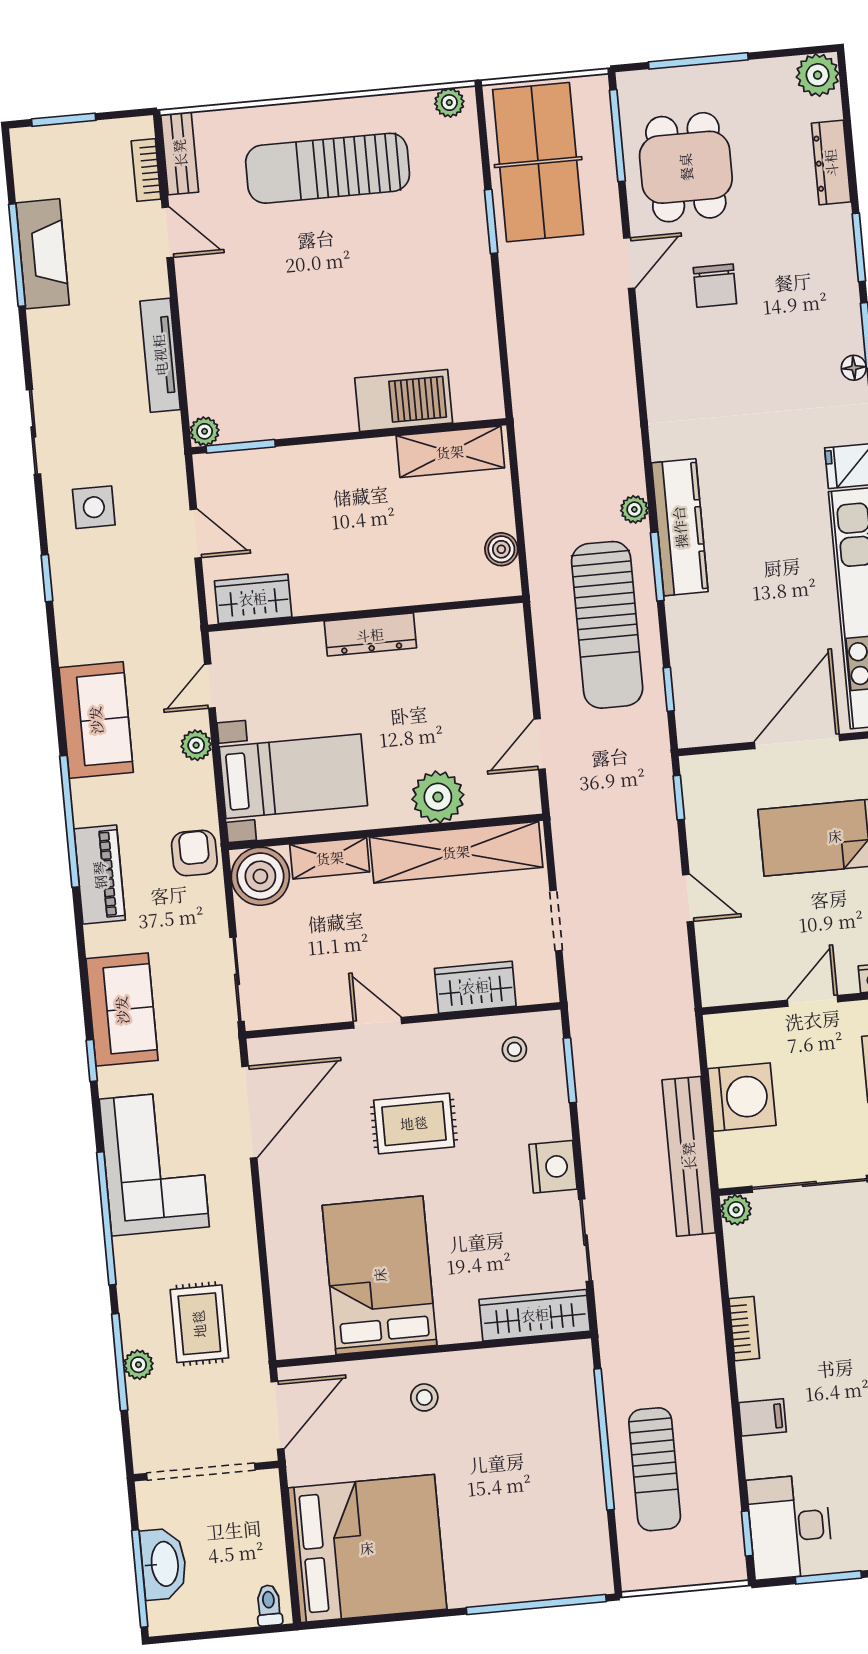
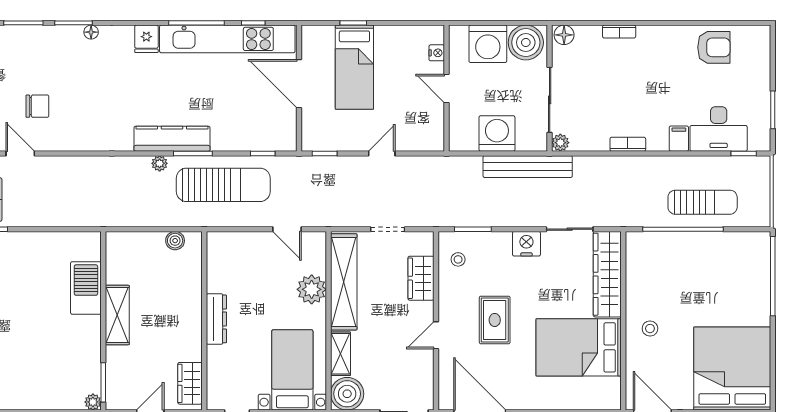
shelving: (450, 452) -> (117, 315), moved
wardrobe: (535, 1315) -> (607, 274), width x1.40, depth x1.17
desk: (790, 1527) -> (719, 129), moved

